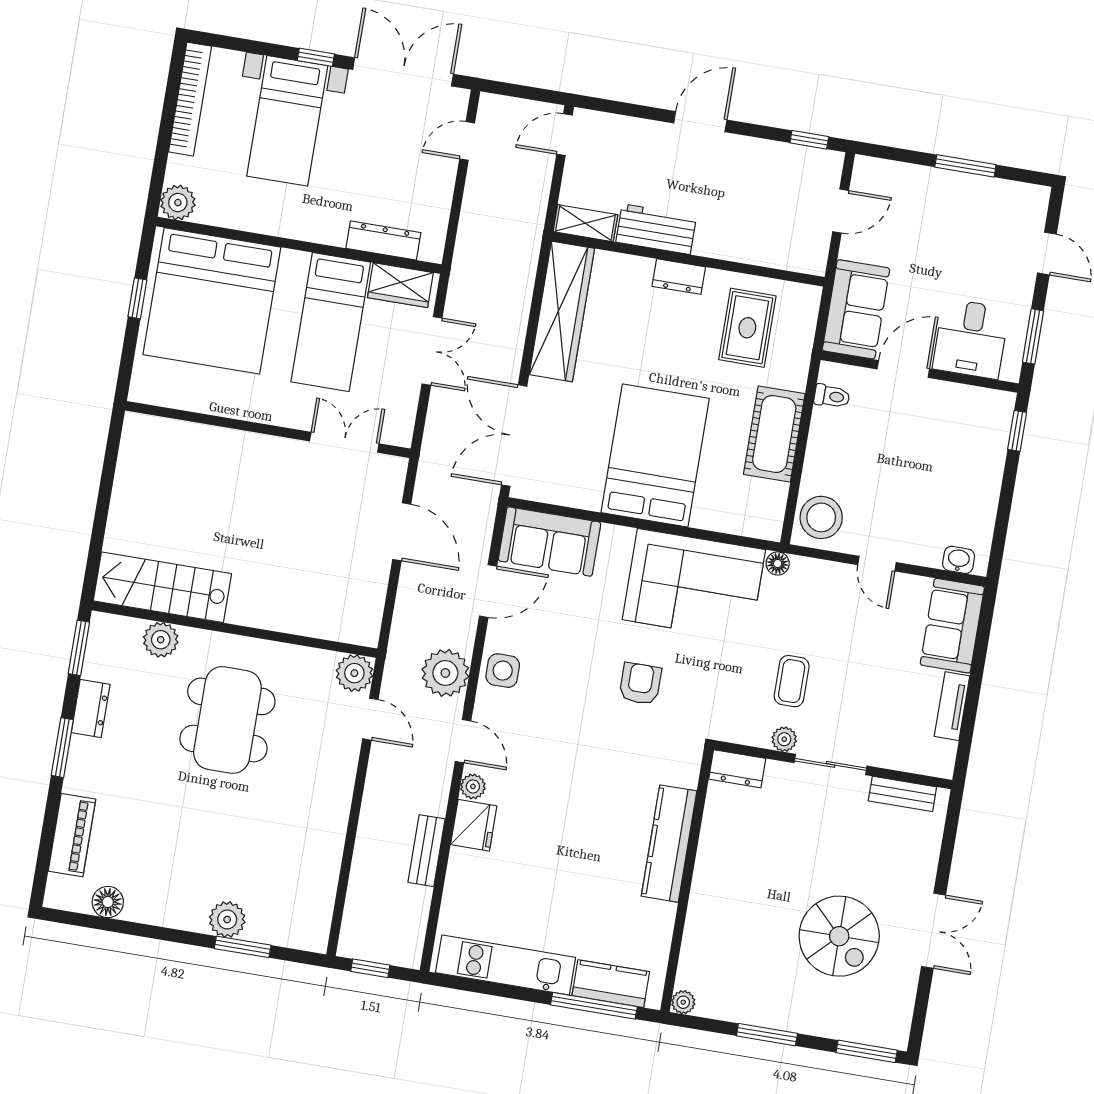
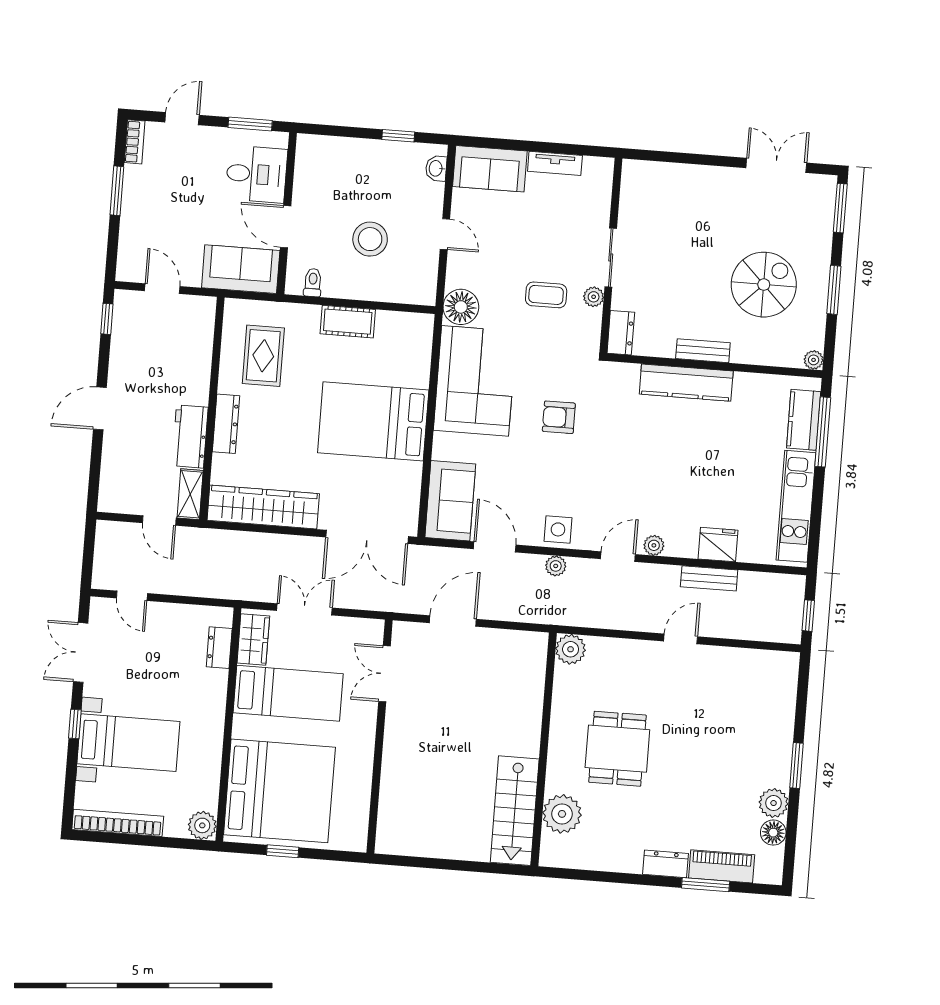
double door: (403, 72) -> (81, 652), width x0.73
door: (700, 122) -> (100, 408), hinge flipped
door: (564, 135) -> (159, 521), moved
bookcase: (1024, 193) -> (135, 142), added
dresser: (383, 241) -> (219, 648), width x0.70
dresser: (679, 277) -> (226, 424), width x1.44
rug: (747, 328) -> (263, 356), turned 90
window: (1017, 431) -> (398, 136), moved
cot: (774, 434) -> (348, 322), width x0.73, depth x0.75
stool: (821, 517) -> (370, 239), moved
floor lamp: (778, 564) -> (461, 307), width x1.89, depth x1.89
door: (877, 564) -> (445, 234), hinge flipped
plant: (161, 640) -> (562, 814), width x1.36, depth x1.36
window: (79, 648) -> (570, 874), removed
plant: (445, 673) -> (556, 566), width x0.53, depth x0.53
dresser: (91, 708) -> (666, 864), moved
door: (370, 719) -> (681, 639), moved
dining table: (227, 720) -> (617, 749), width x0.73
window: (62, 748) -> (706, 885), moved
bench: (902, 794) -> (703, 351), moved, turned 90
fridge: (474, 825) -> (718, 545), moved
plant: (227, 920) -> (774, 803), moved
double door: (934, 931) -> (776, 165), moved
spiral stairs: (839, 936) -> (764, 285), moved
window: (243, 947) -> (796, 765), moved

